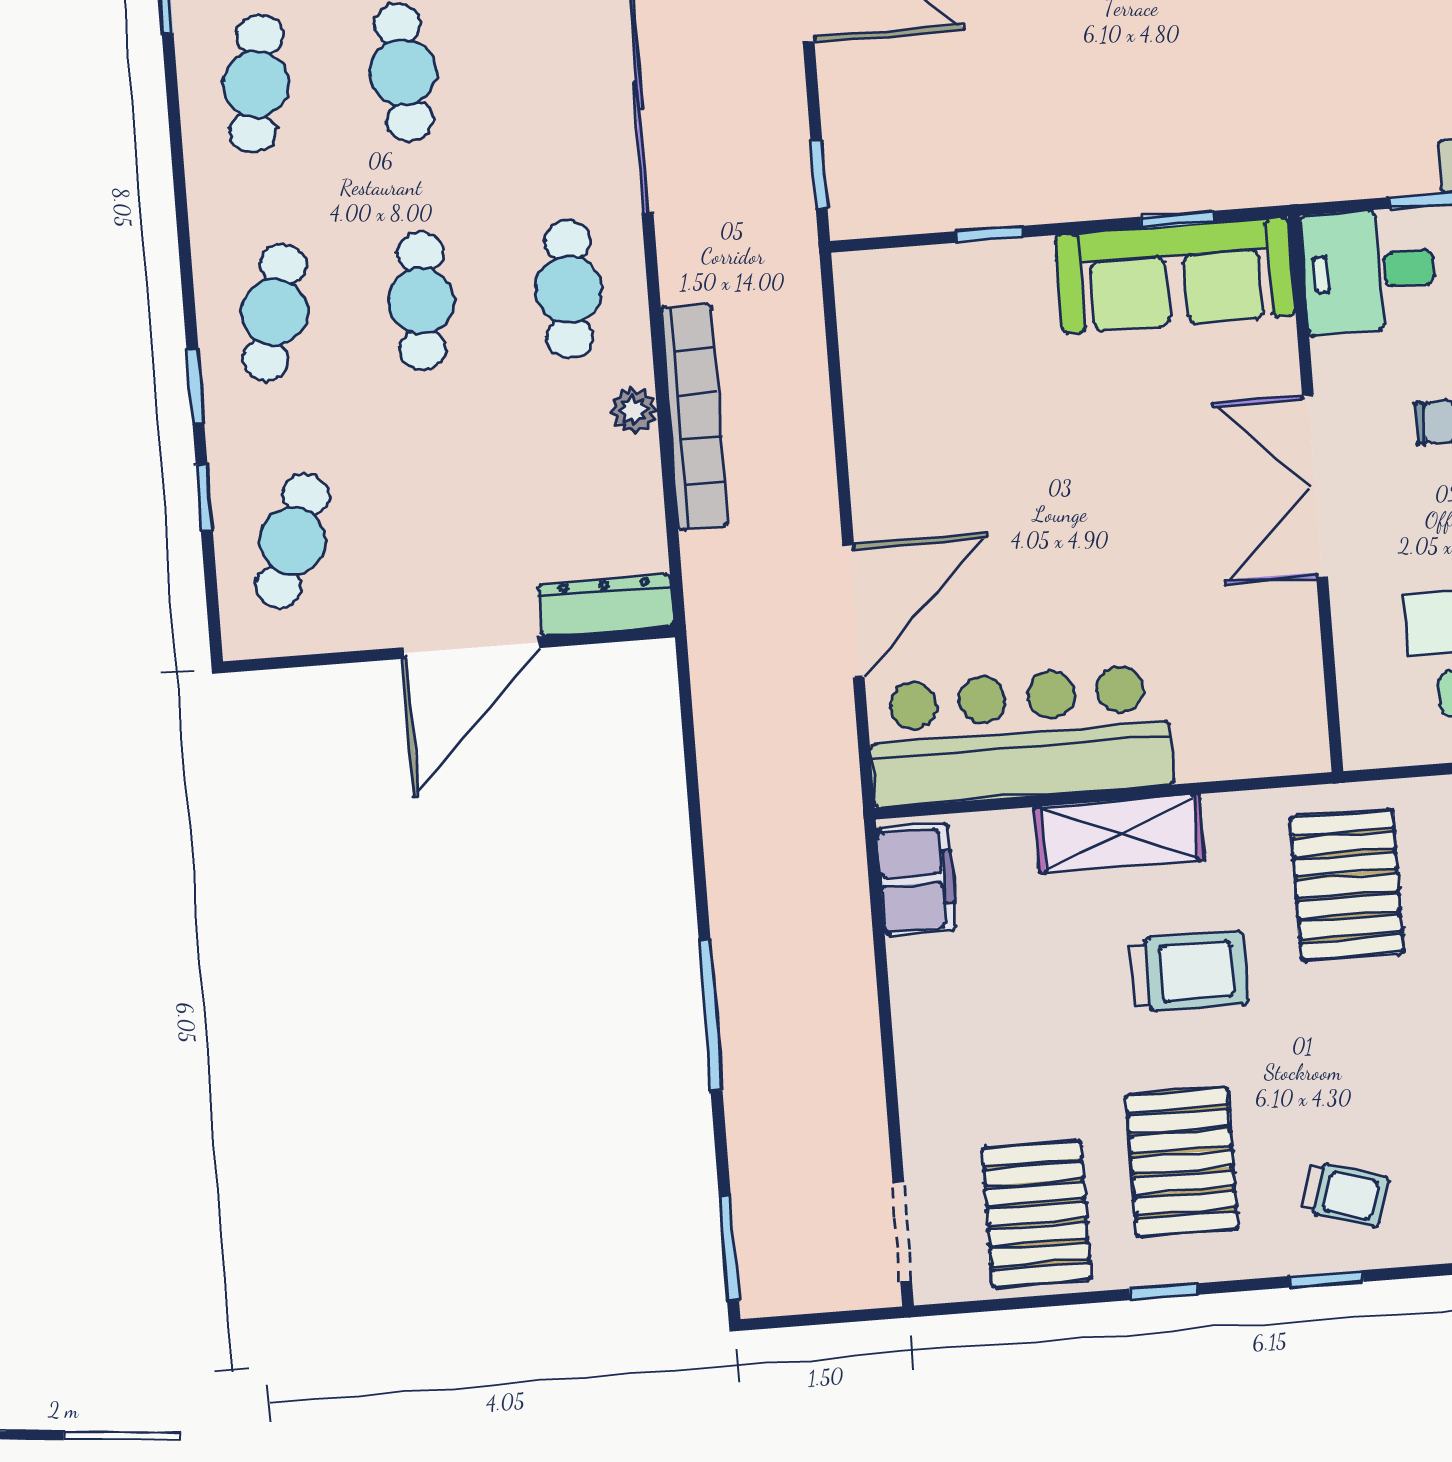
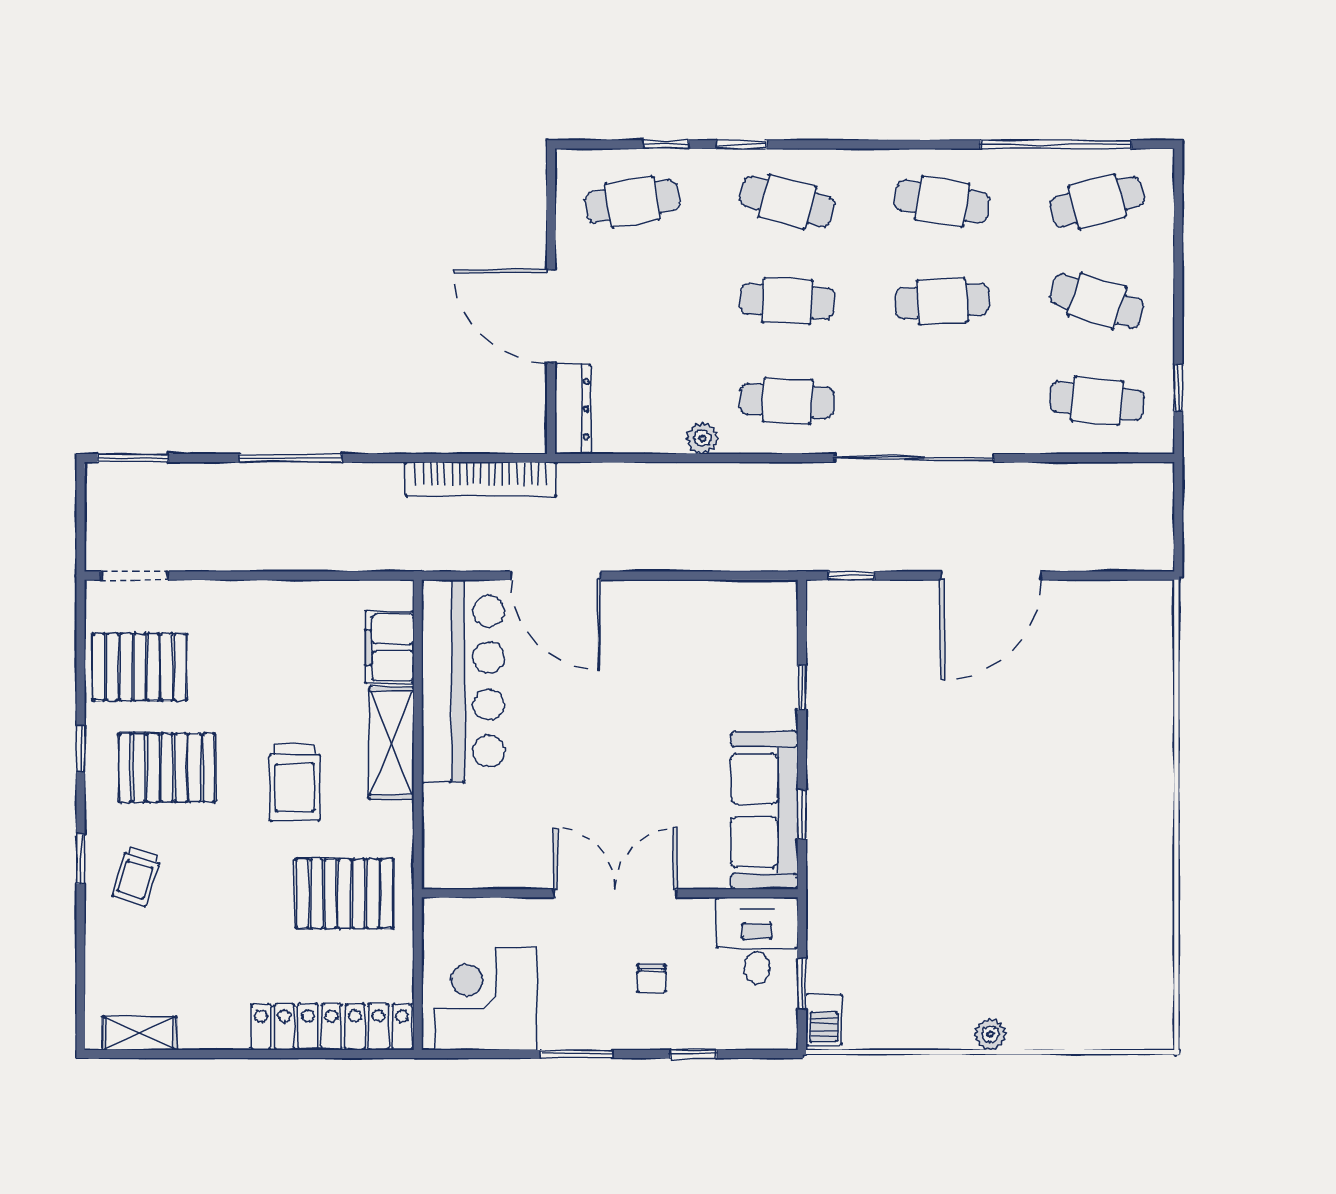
bookcase: (695, 417) -> (481, 479), moved
cafe table: (292, 541) -> (632, 202), turned -30
filing cabinet: (916, 879) -> (389, 647), moved, turned 90

